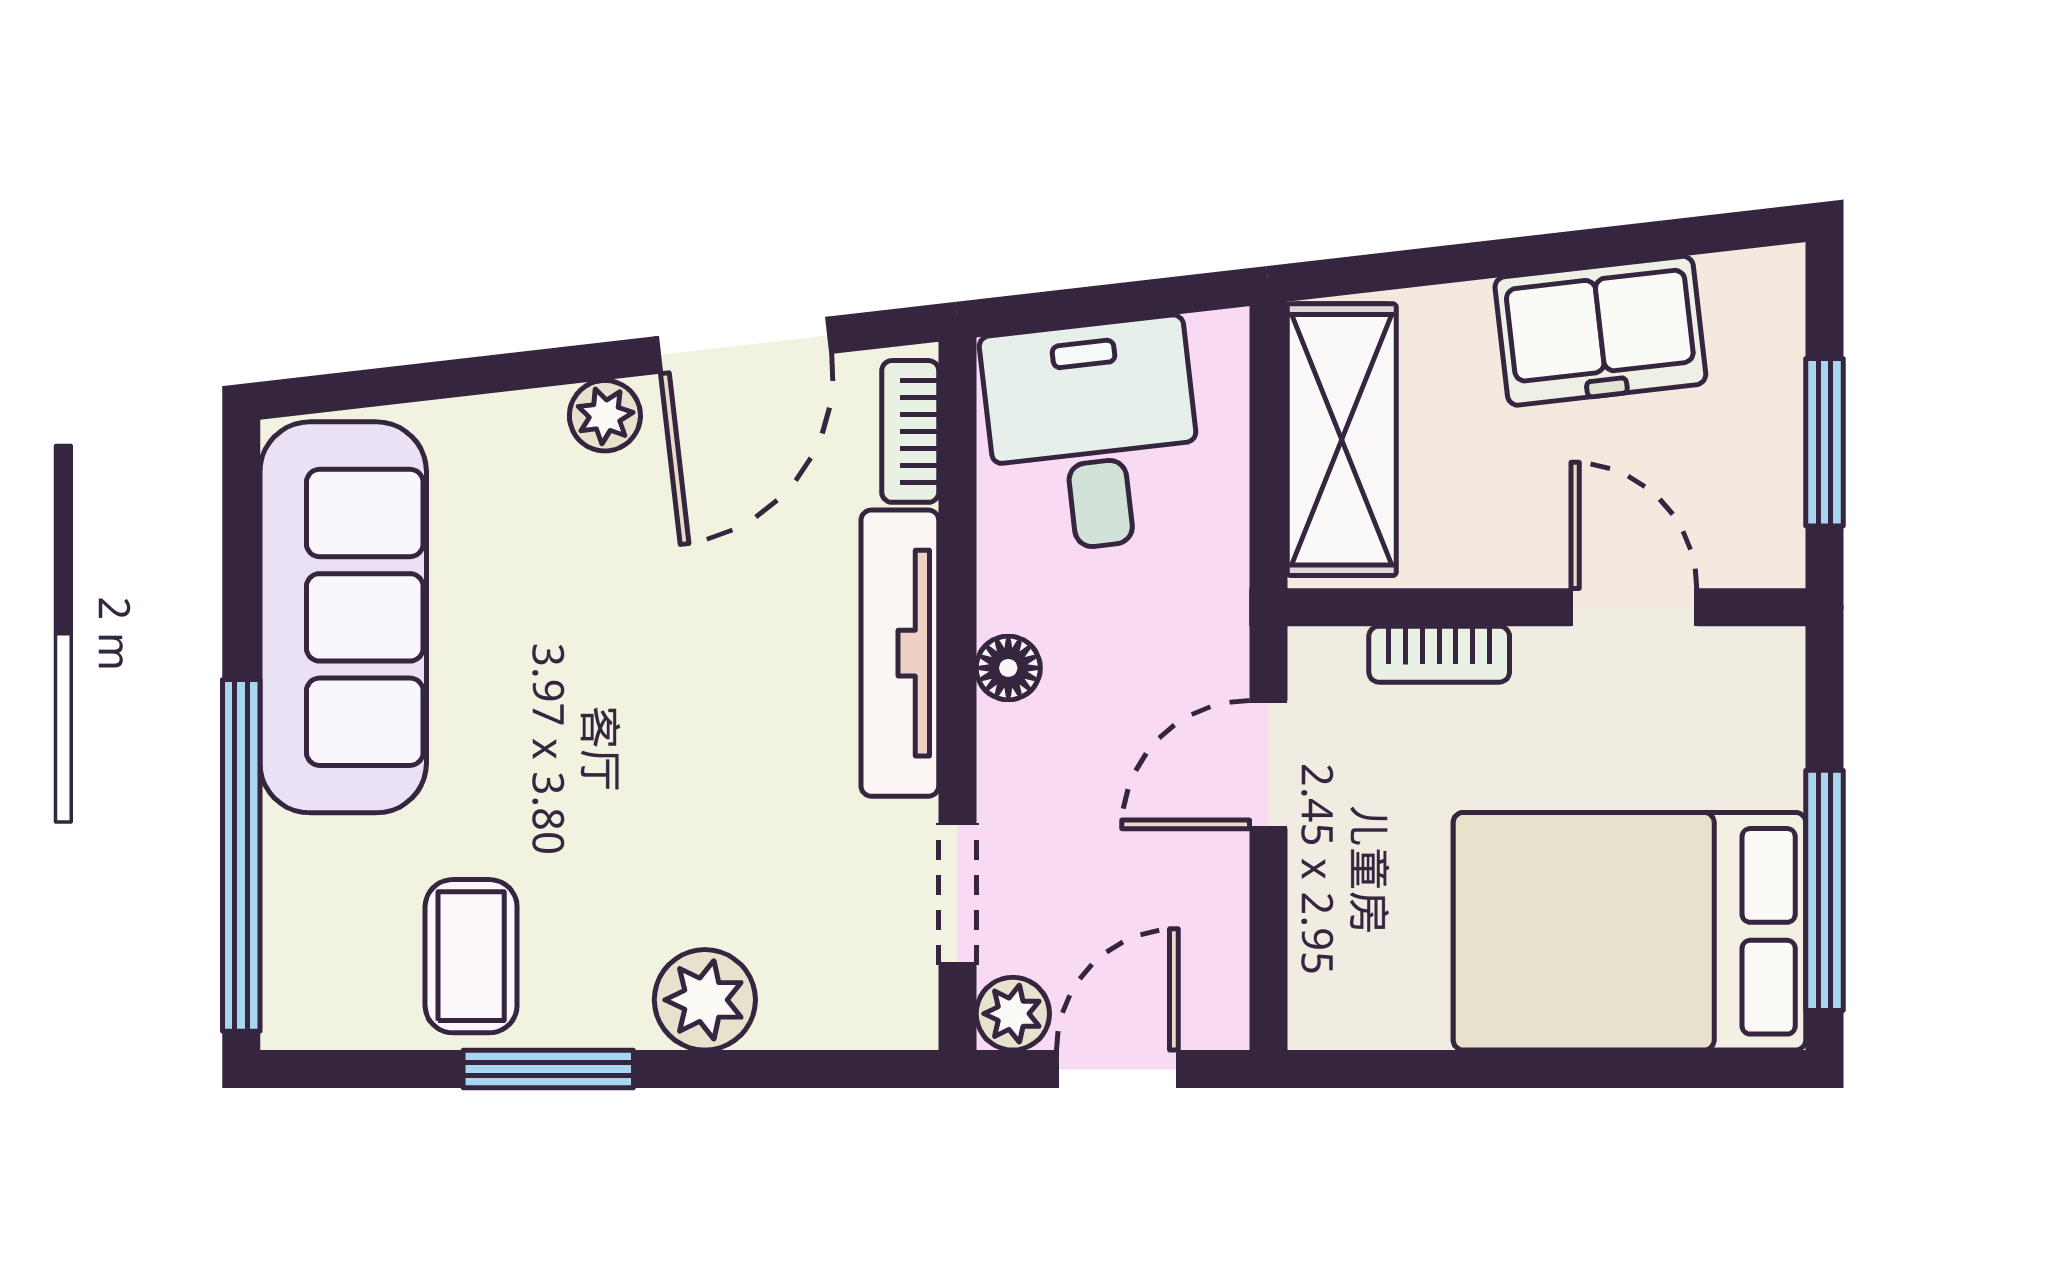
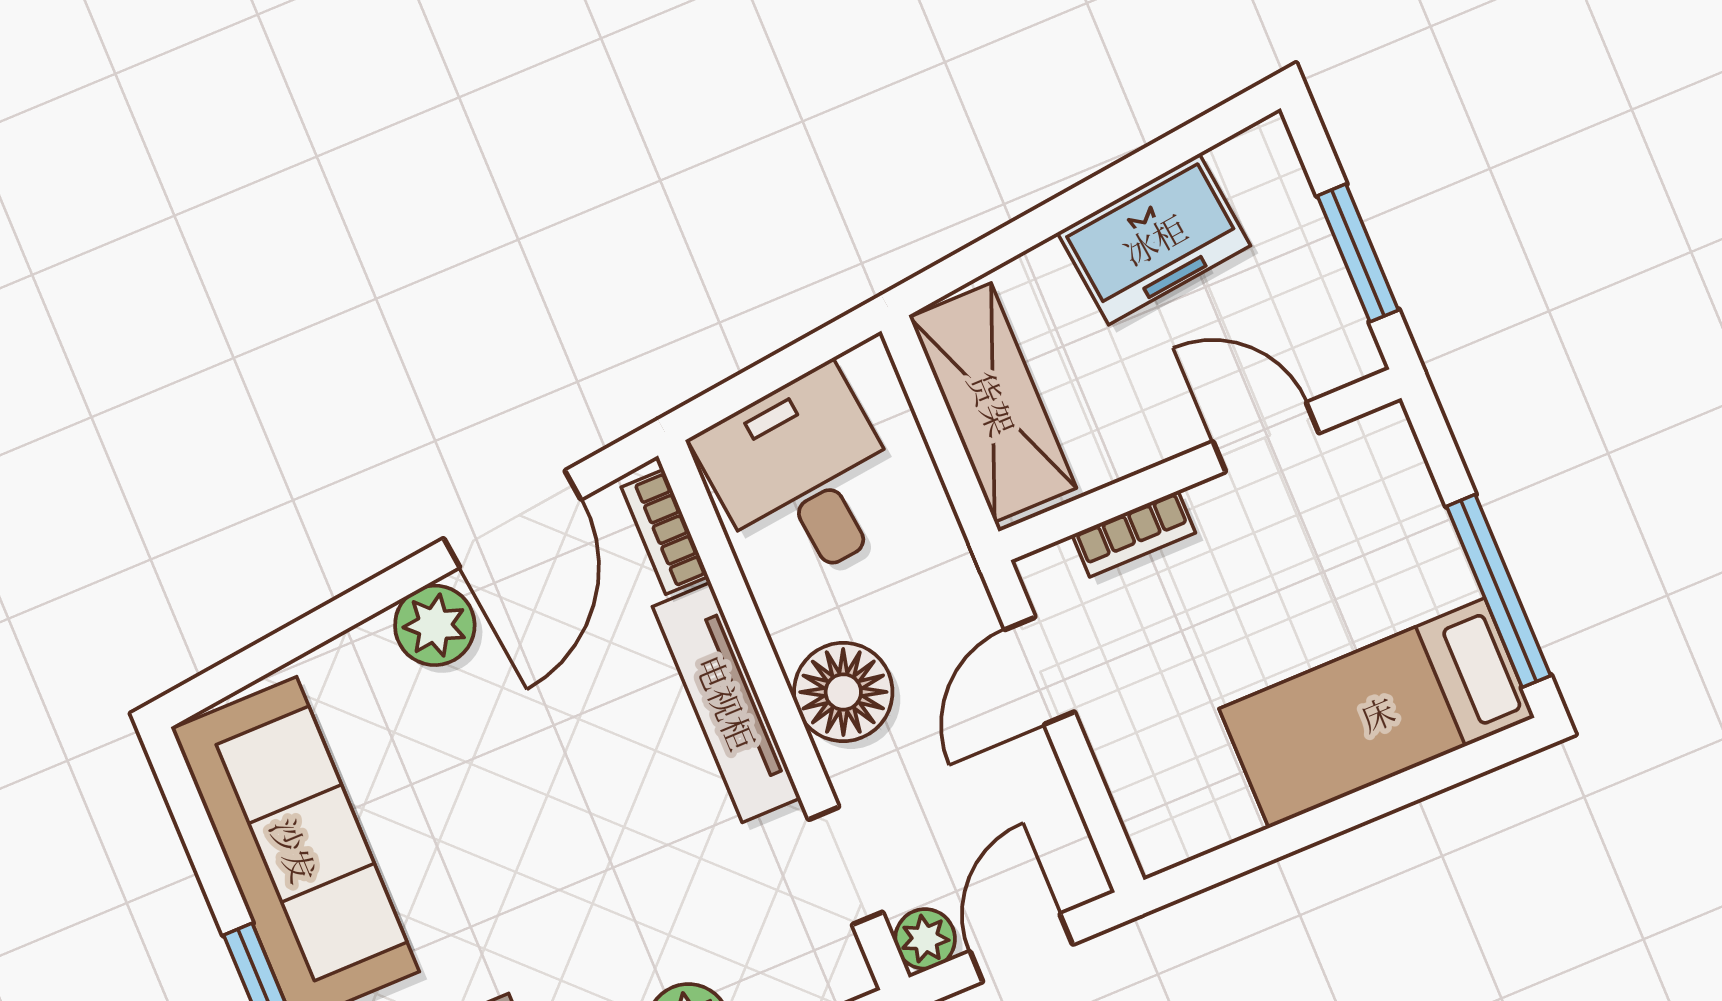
plant: (605, 416) -> (435, 625), width x1.38, depth x1.38
floor lamp: (1008, 668) -> (843, 692), width x1.89, depth x1.89
bed: (1629, 931) -> (1377, 713), width x0.67

